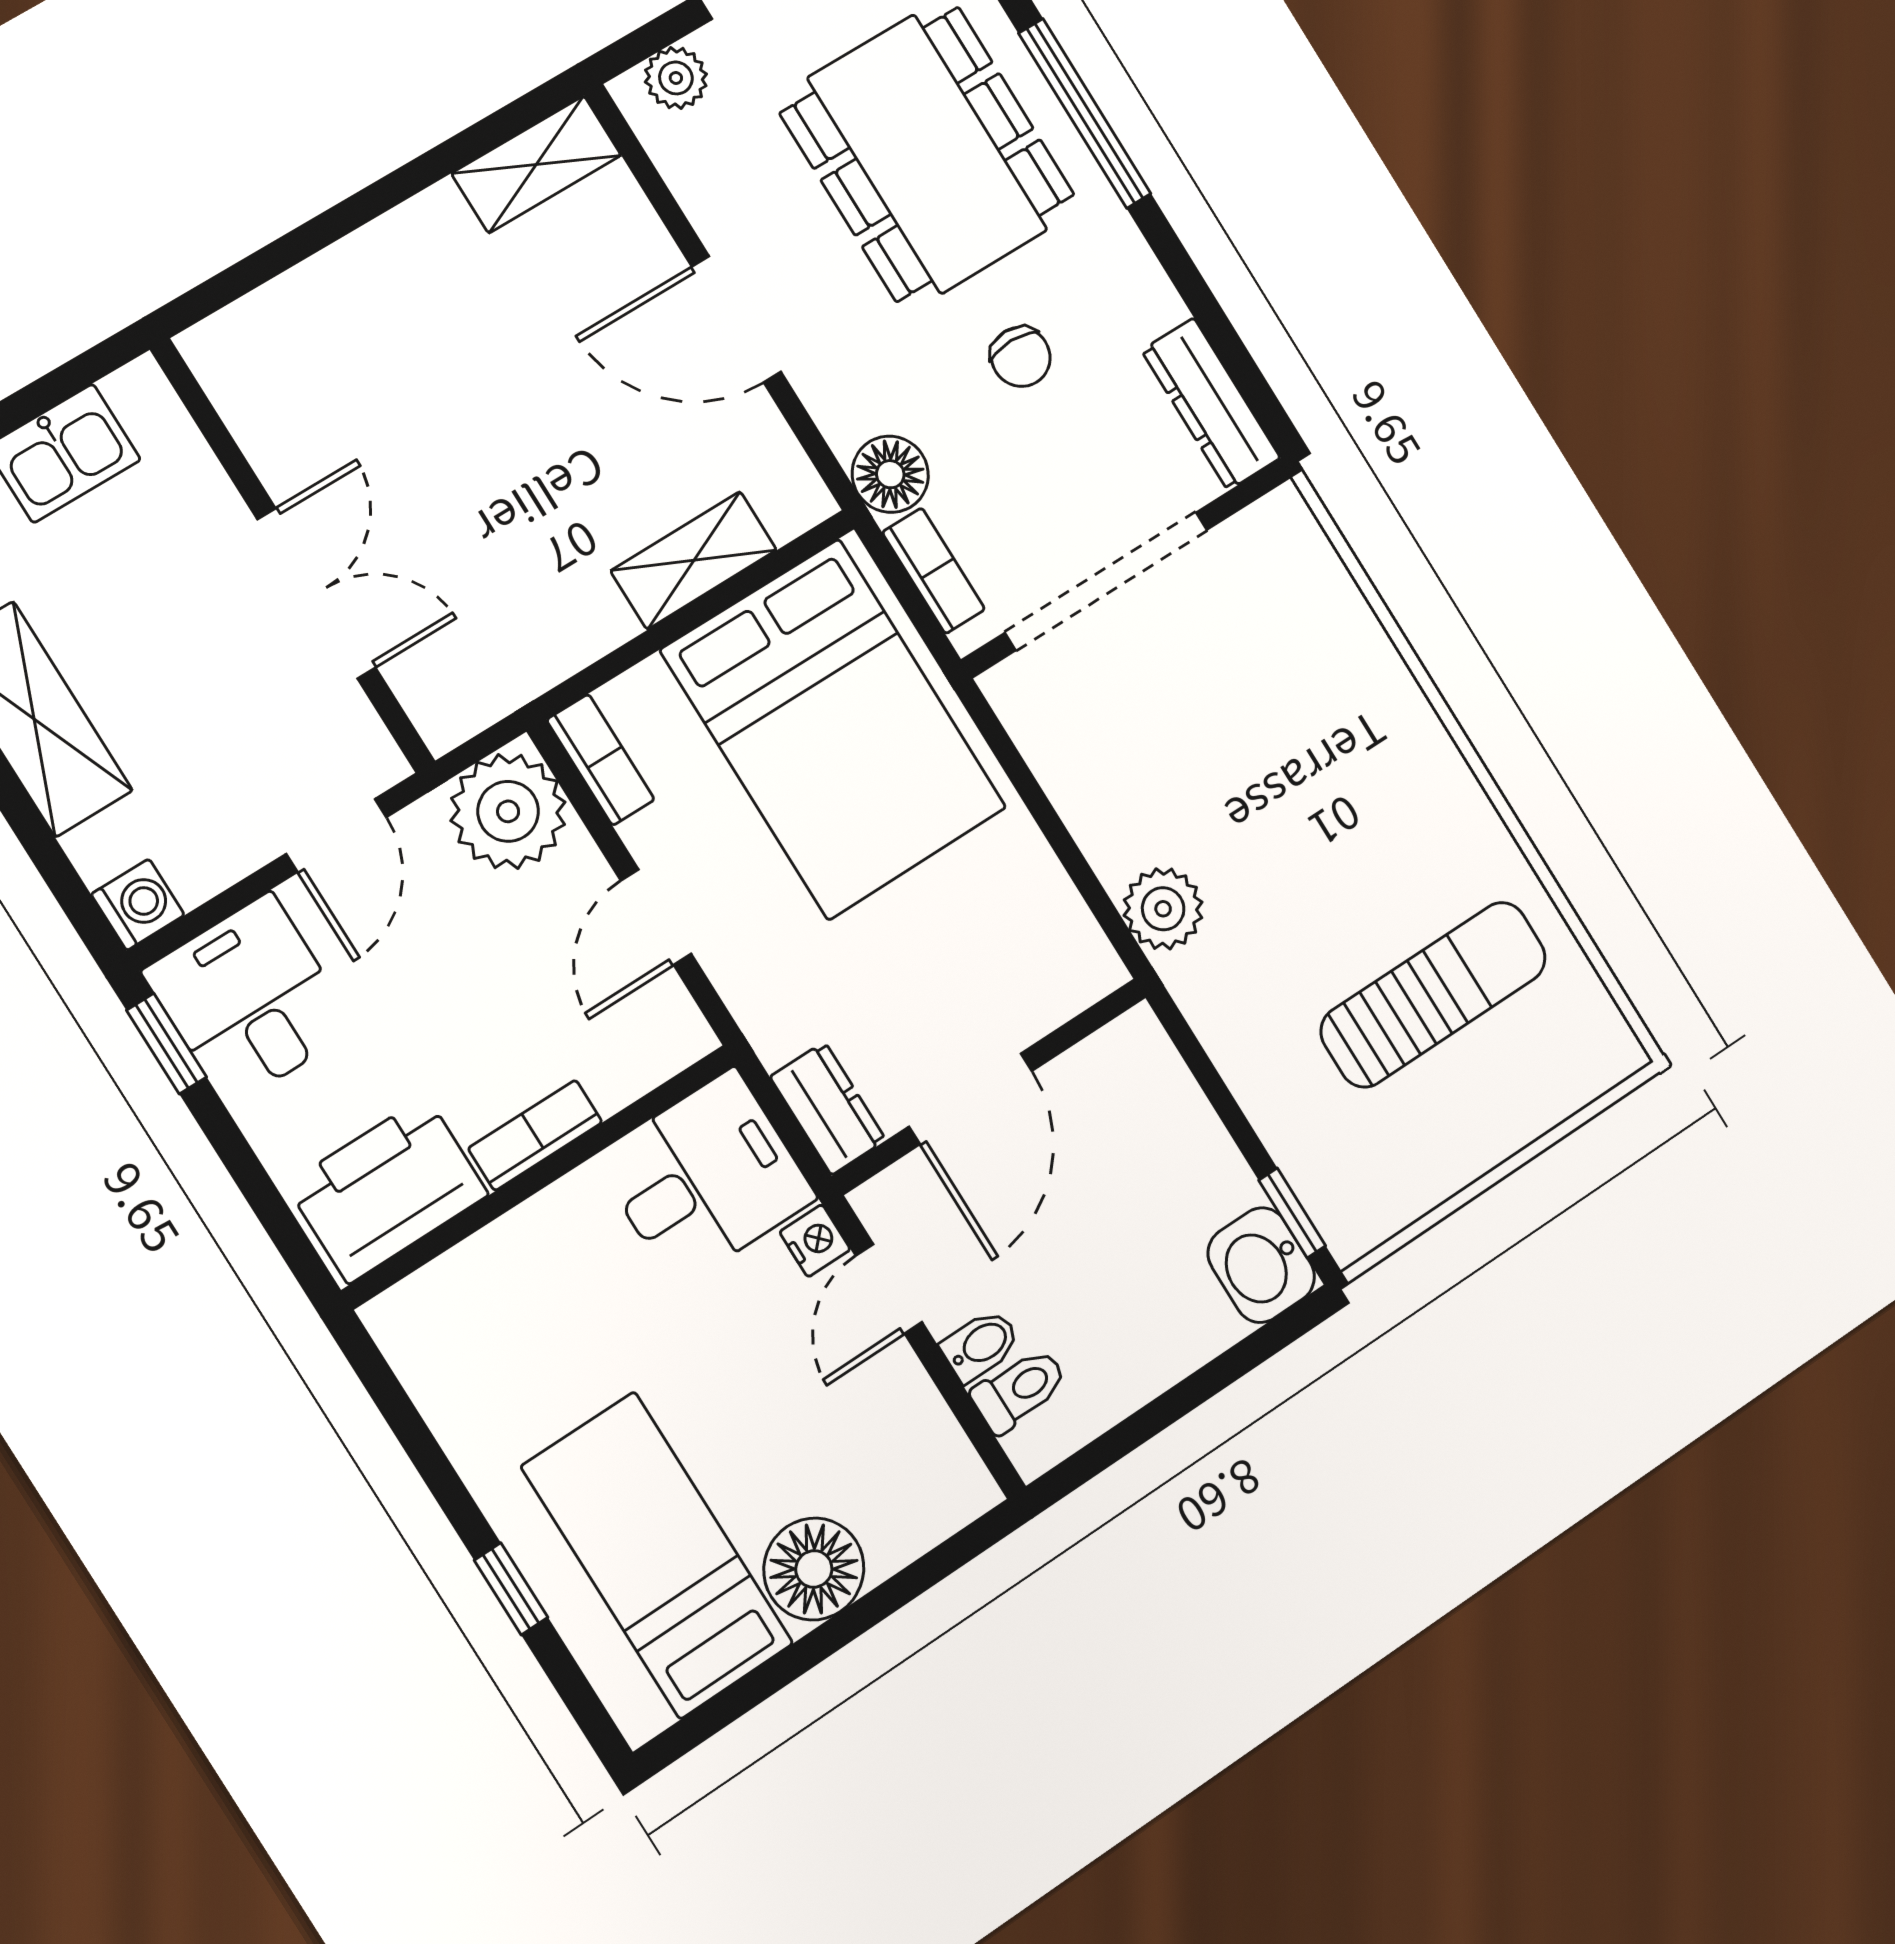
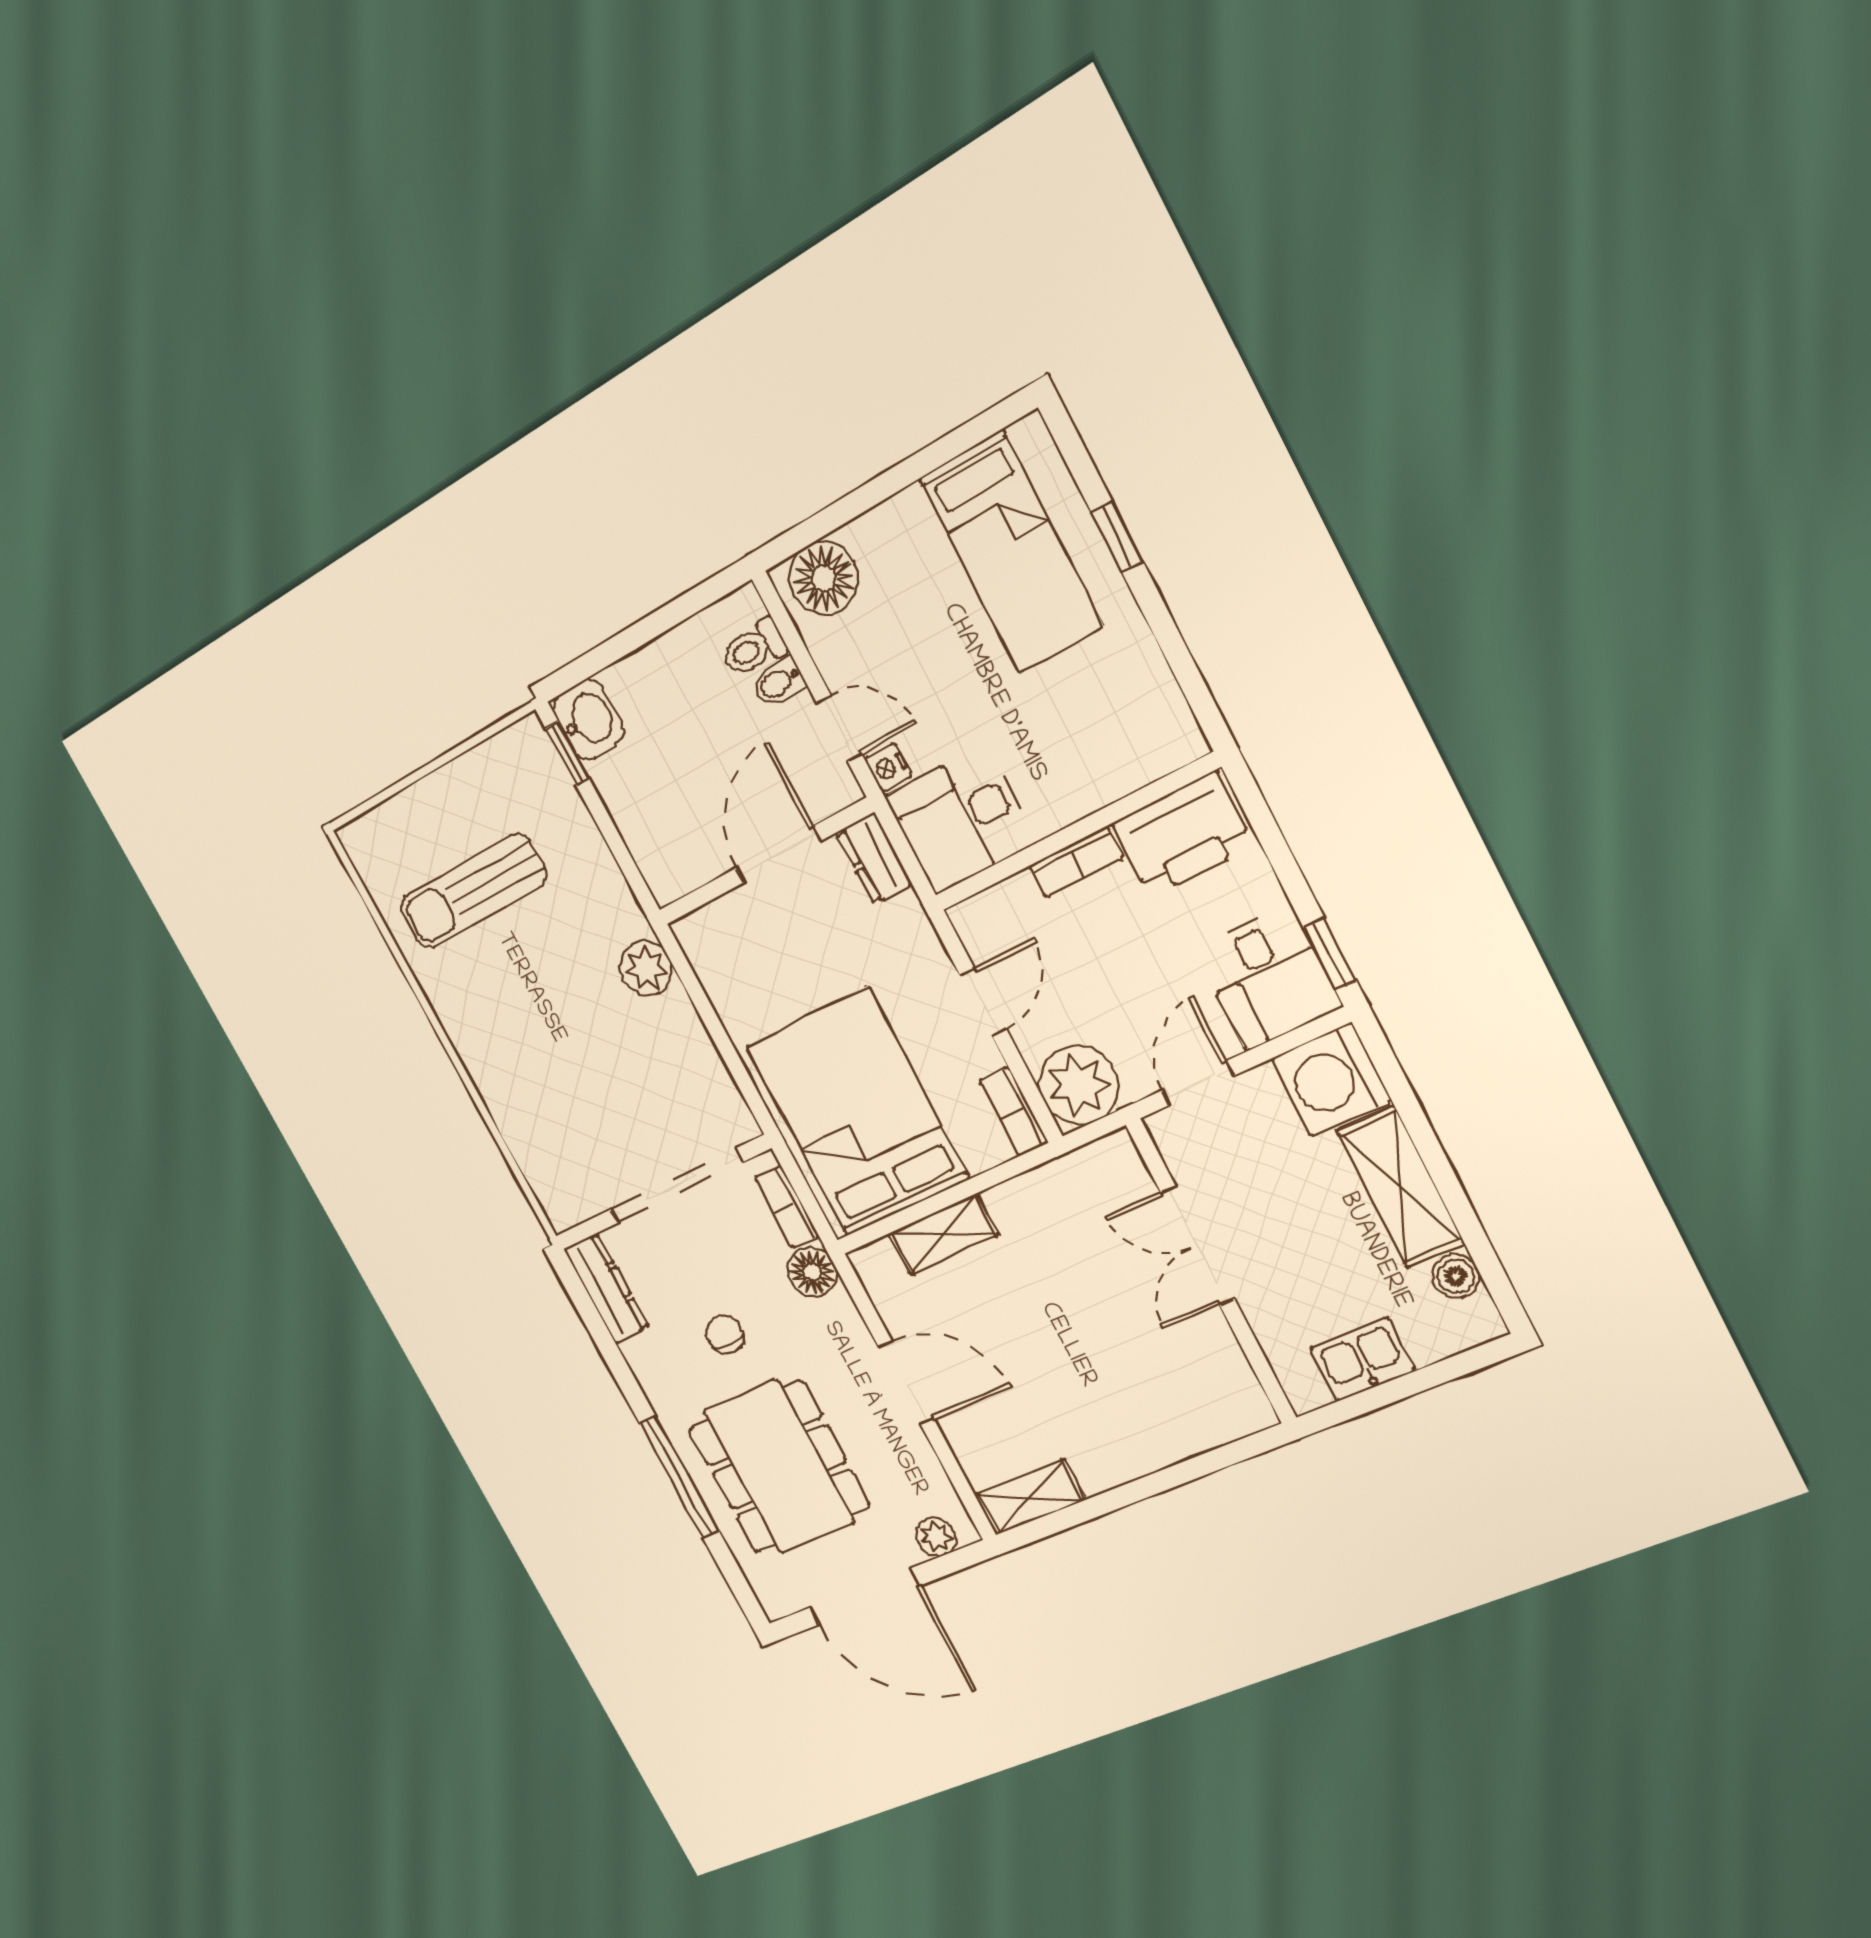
washing machine: (138, 905) -> (1331, 1080), width x1.89, depth x1.89
door: (889, 1289) -> (839, 728), hinge flipped
floor lamp: (814, 1569) -> (824, 578), moved

